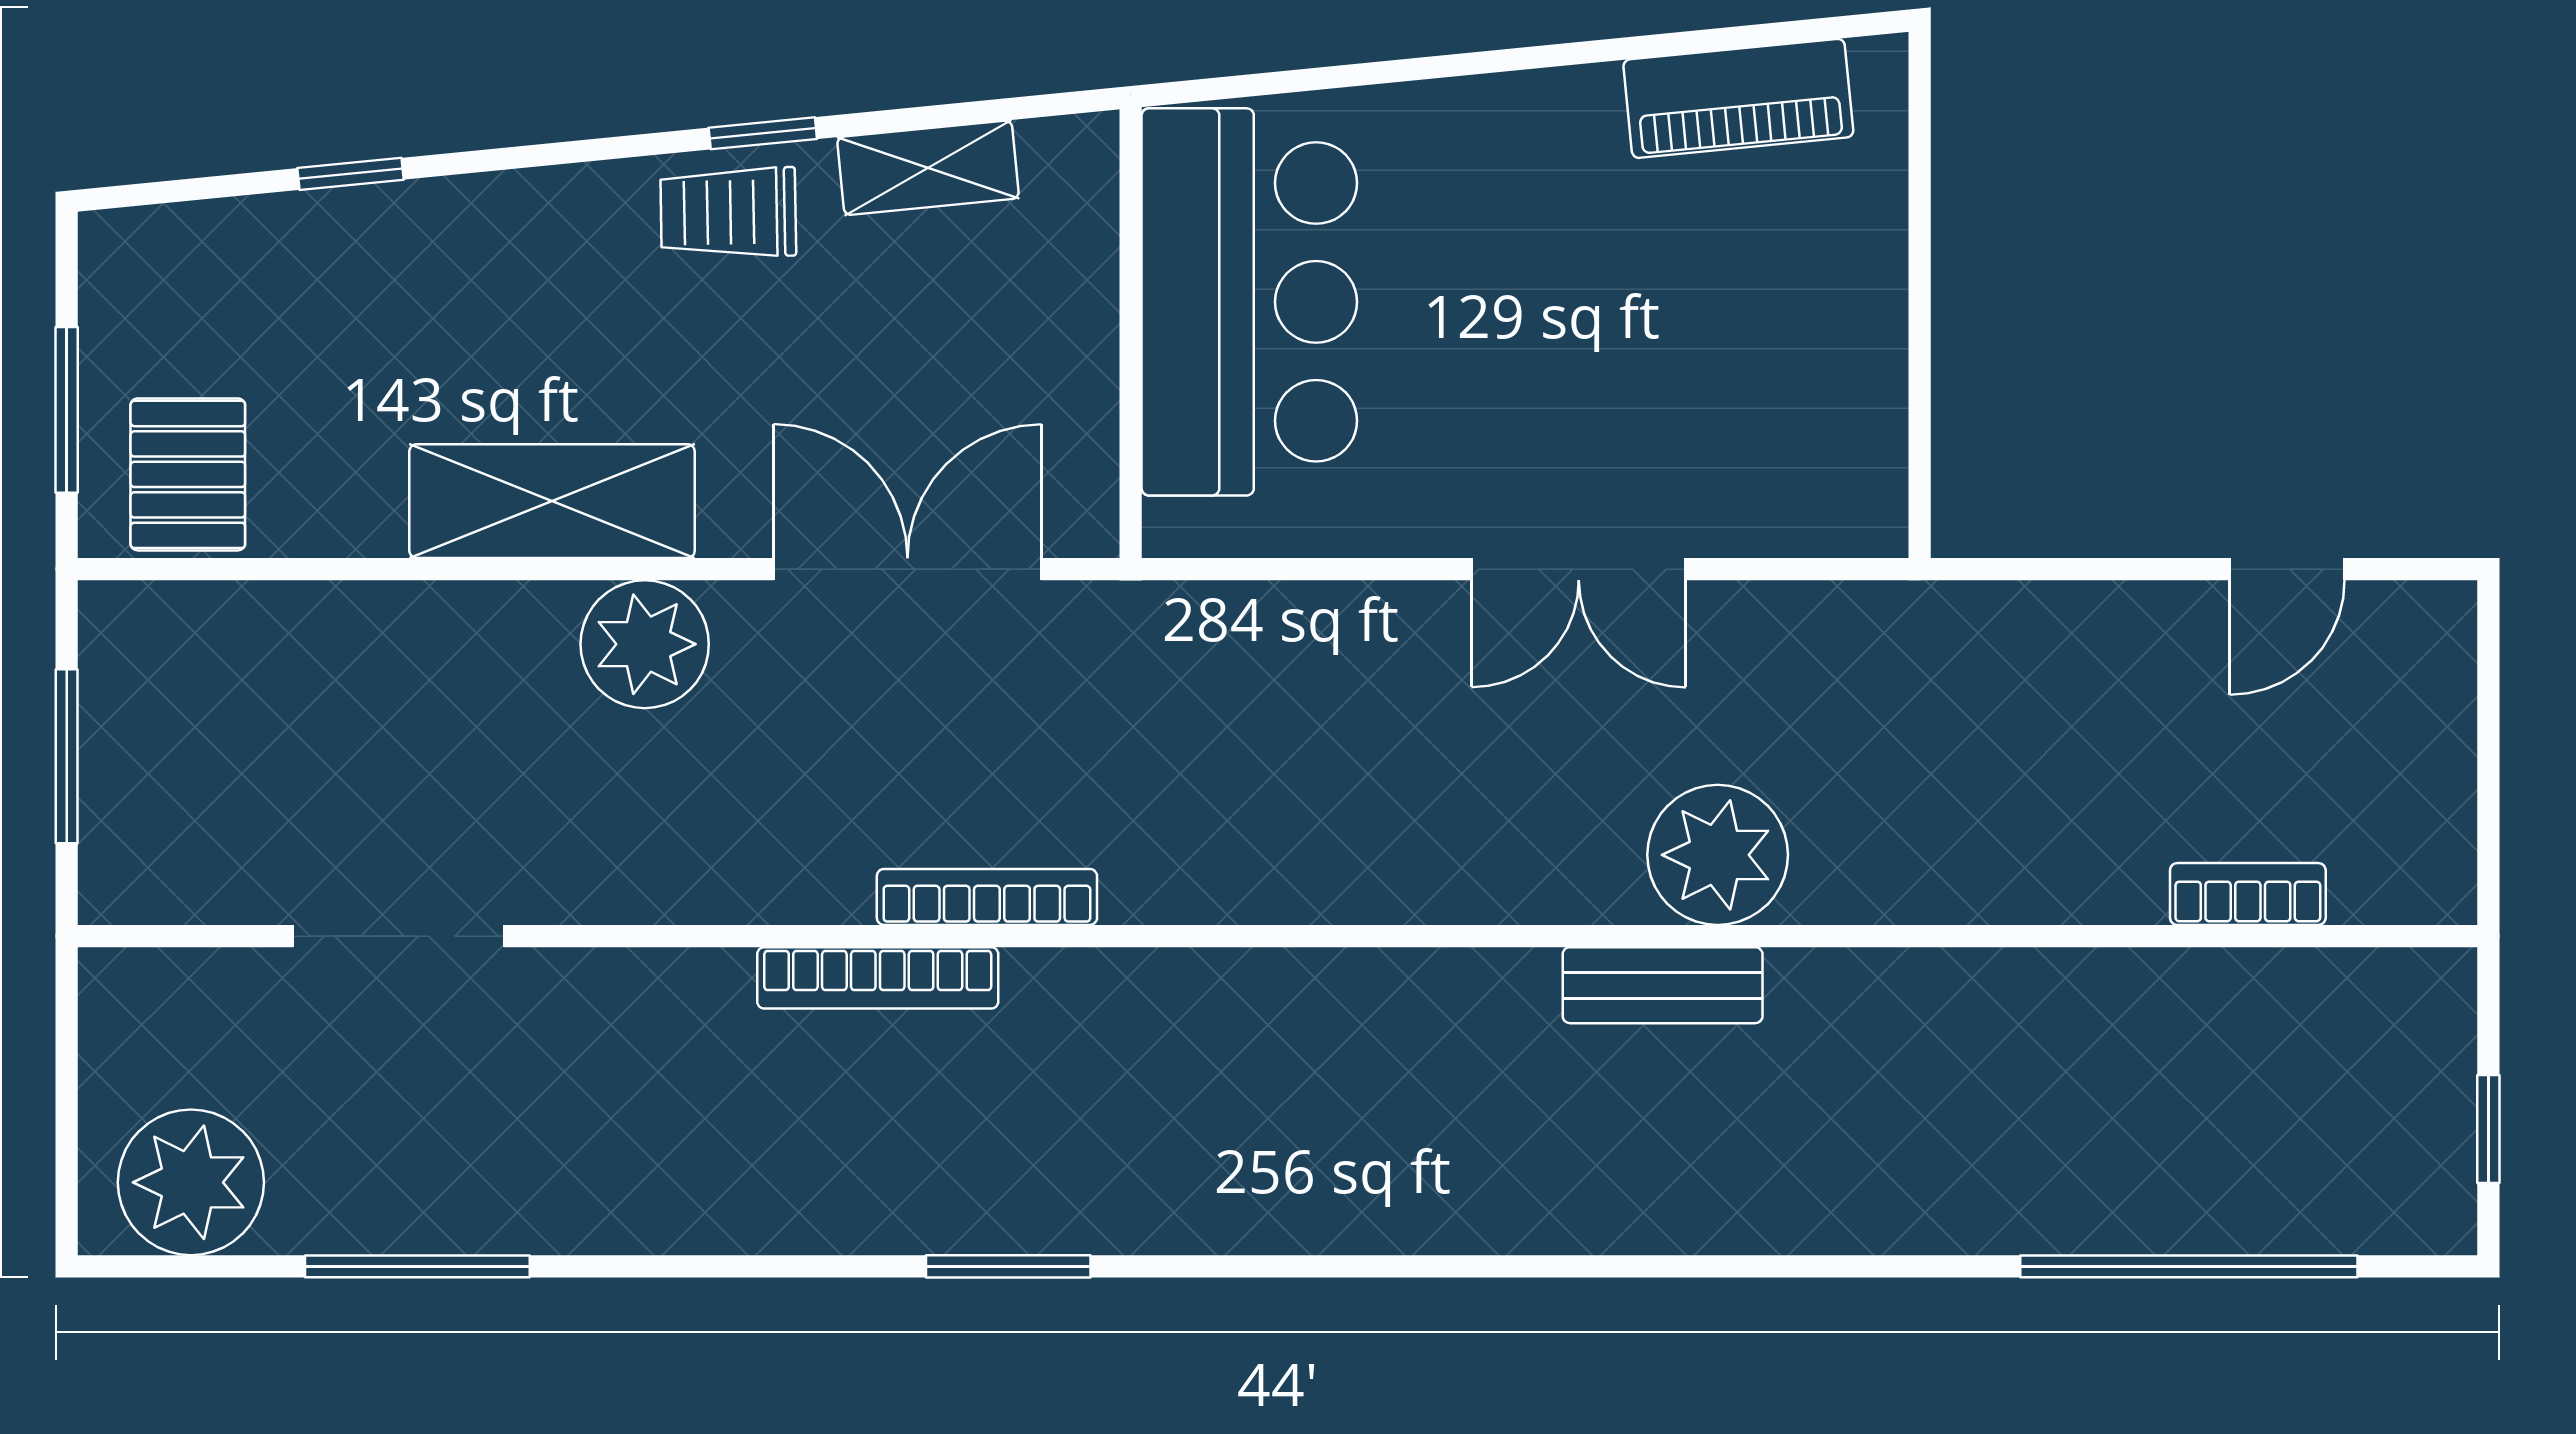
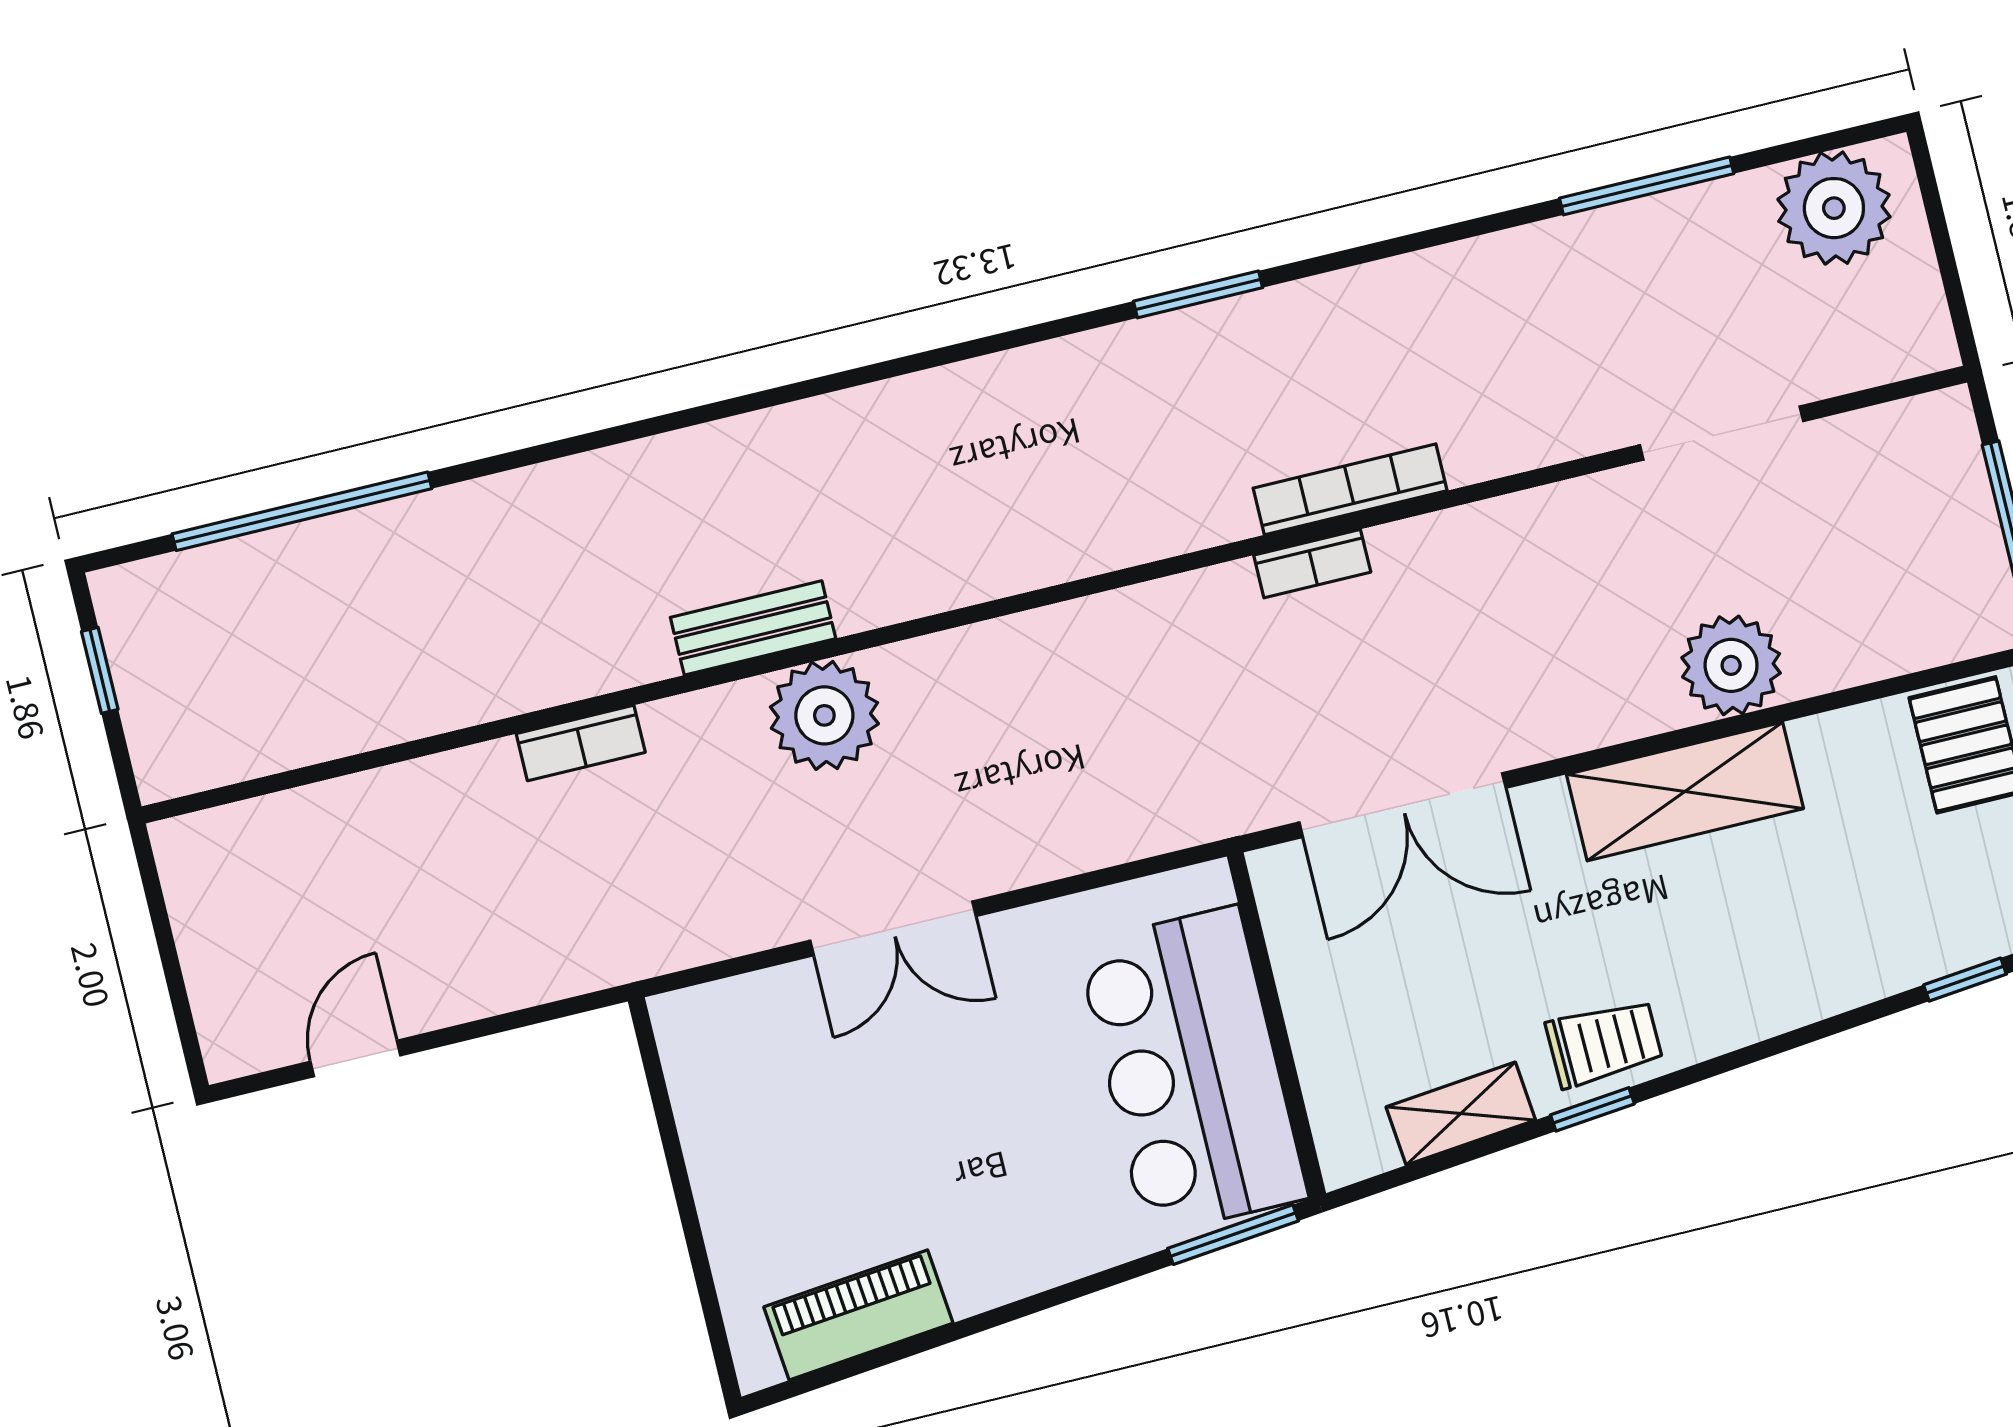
window: (1248, 86) -> (1233, 1235), added
window: (350, 174) -> (1965, 980), moved
double door: (1579, 569) -> (893, 928), swing flipped
plant: (645, 644) -> (1731, 665), moved
plant: (1718, 855) -> (824, 715), moved
bookcase: (2248, 894) -> (581, 743), moved
bookcase: (987, 897) -> (1312, 564), width x0.64

